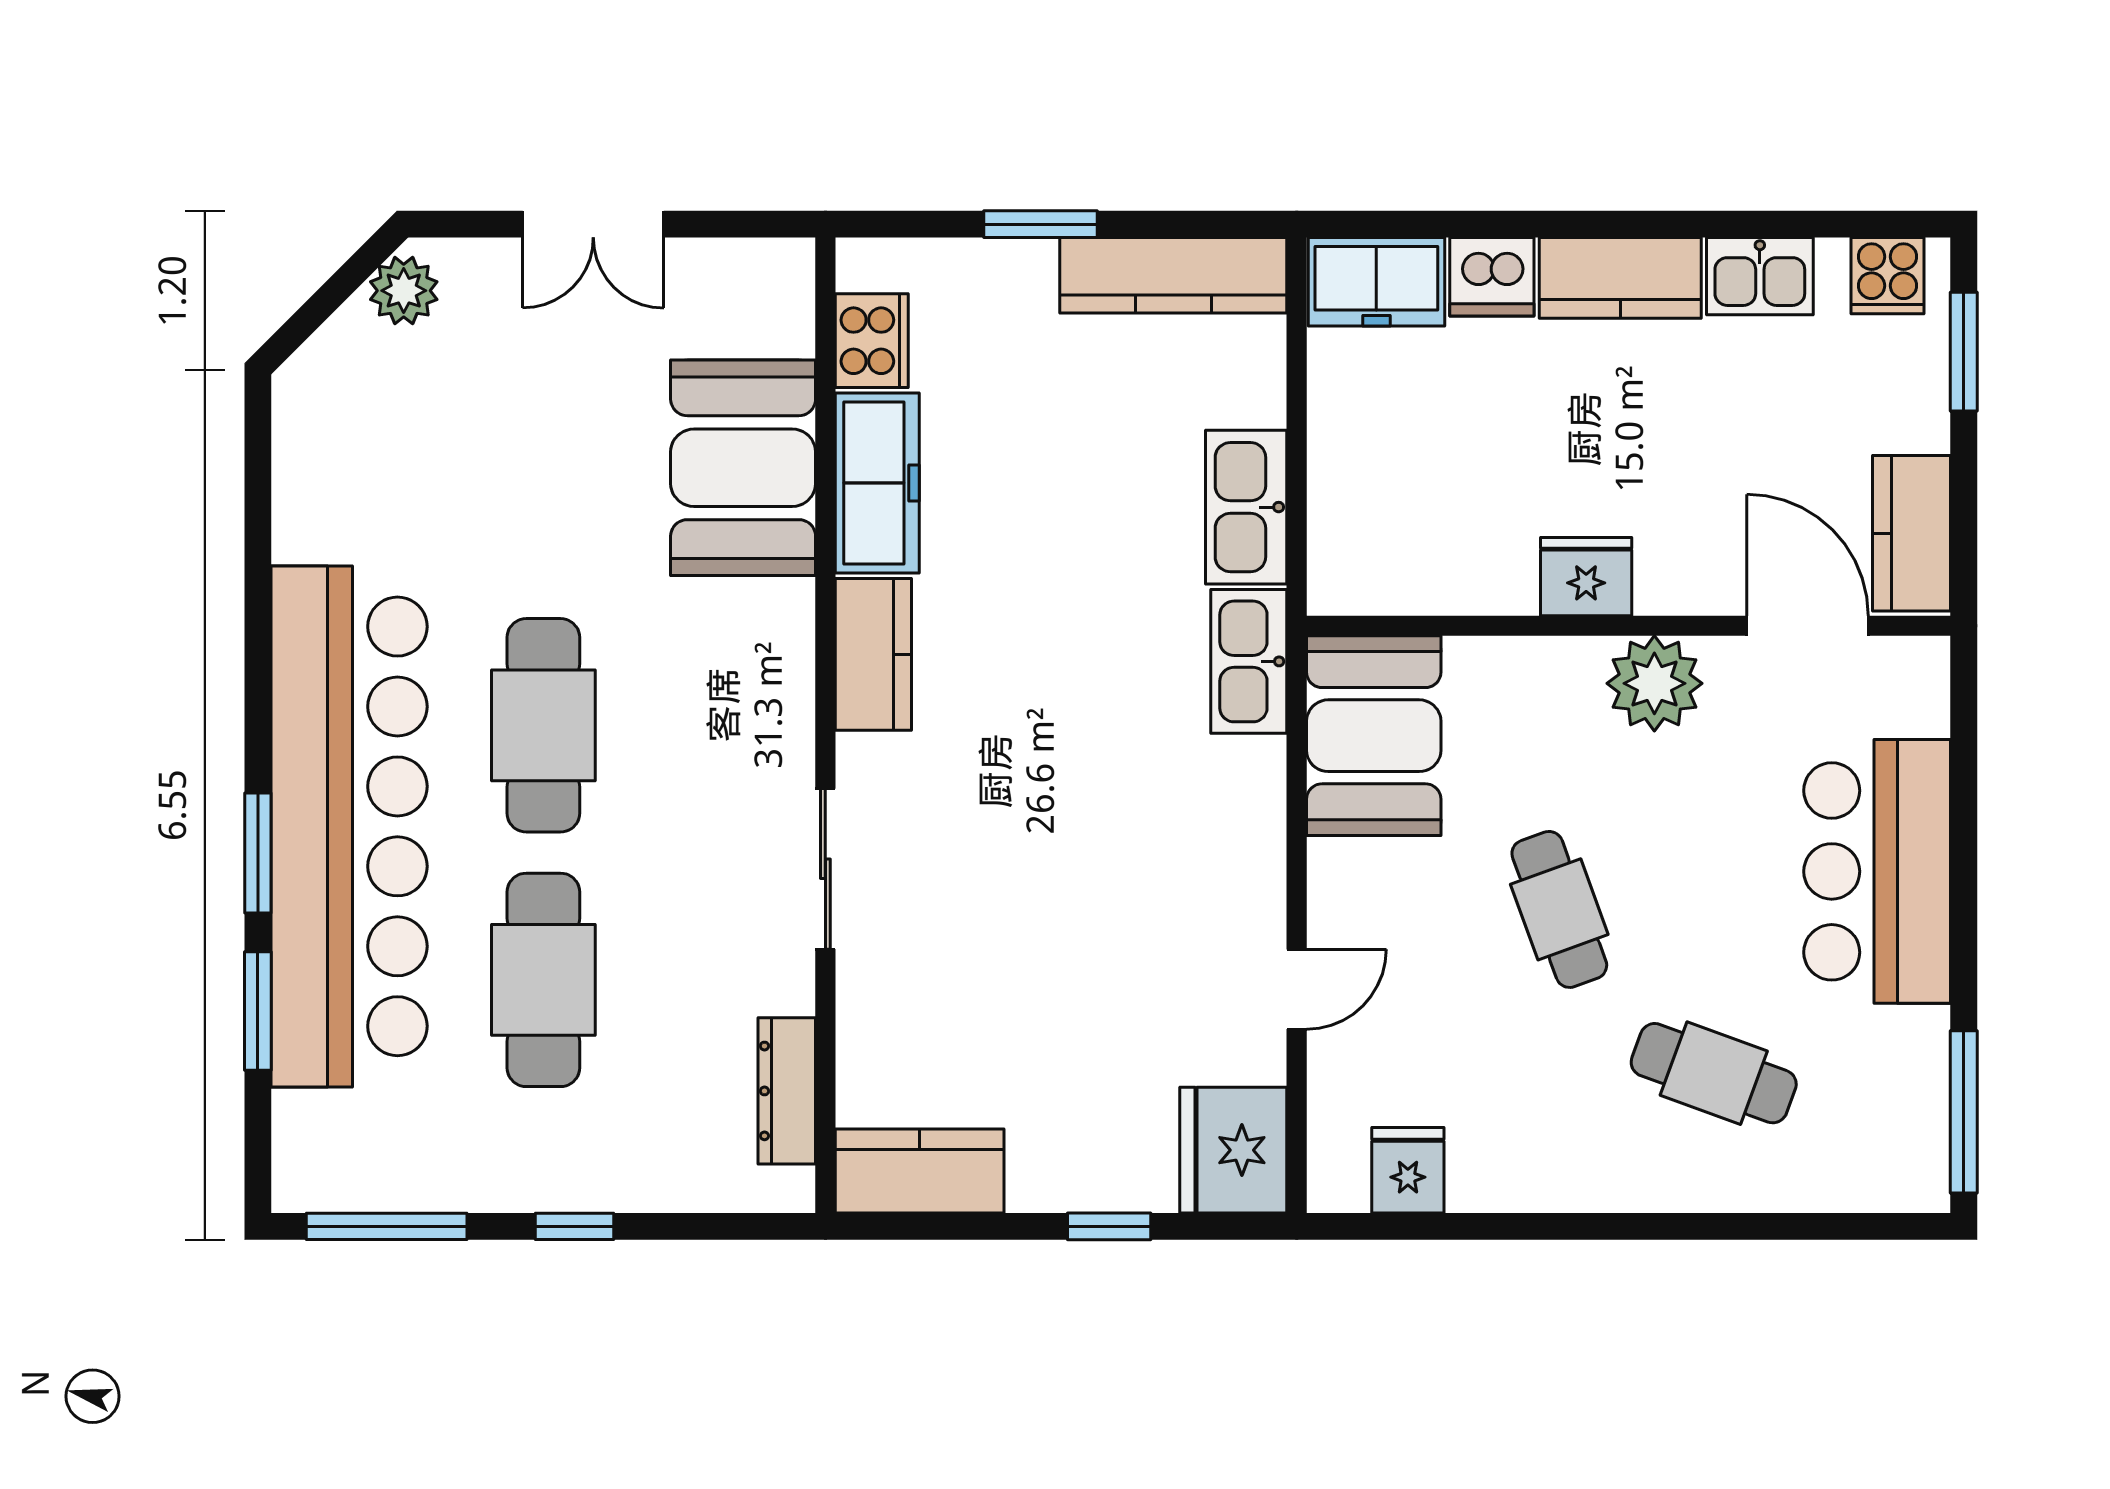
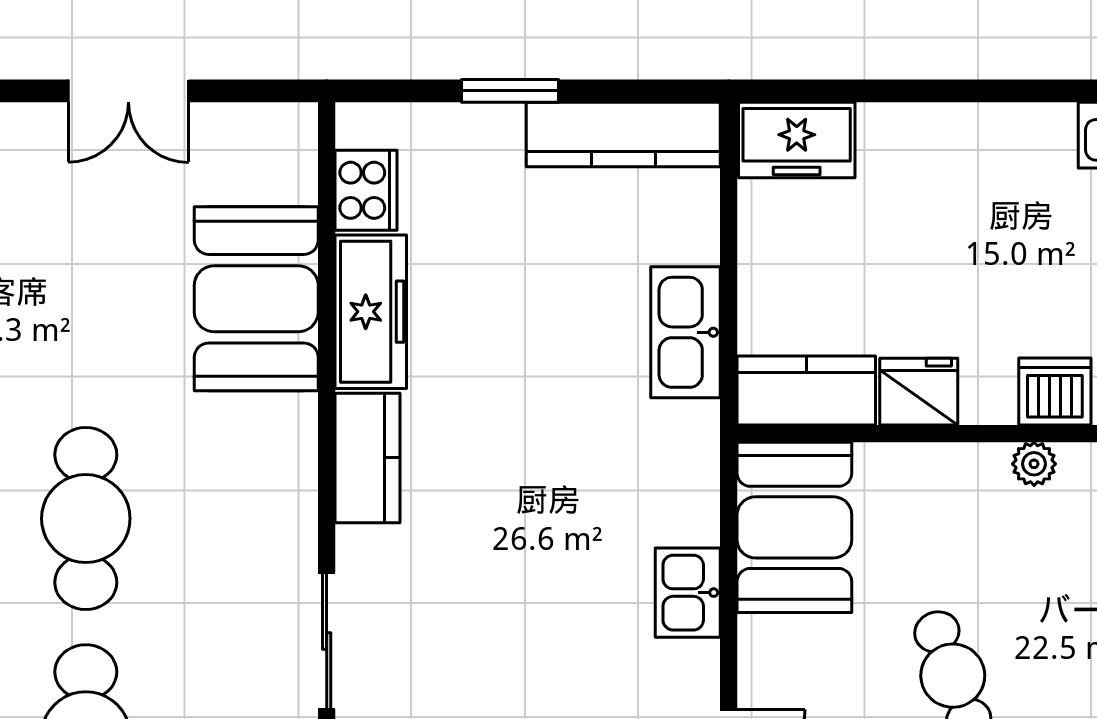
dishwasher: (1492, 277) -> (1055, 391), moved, turned 180
kitchen counter: (1620, 278) -> (806, 391), moved, turned 180
fridge: (1586, 577) -> (919, 392), moved
kitchen sink: (1249, 661) -> (688, 593), moved, width x0.73
plant: (1654, 683) -> (1034, 464), width x0.53, depth x0.53

